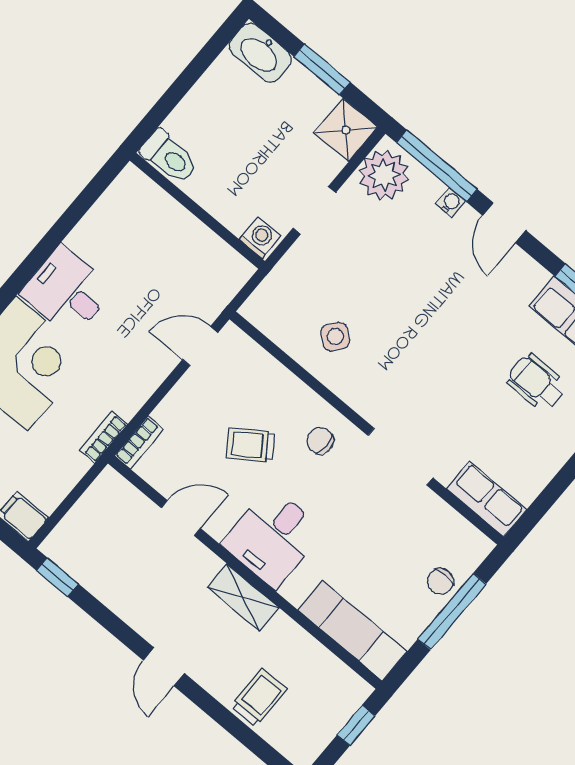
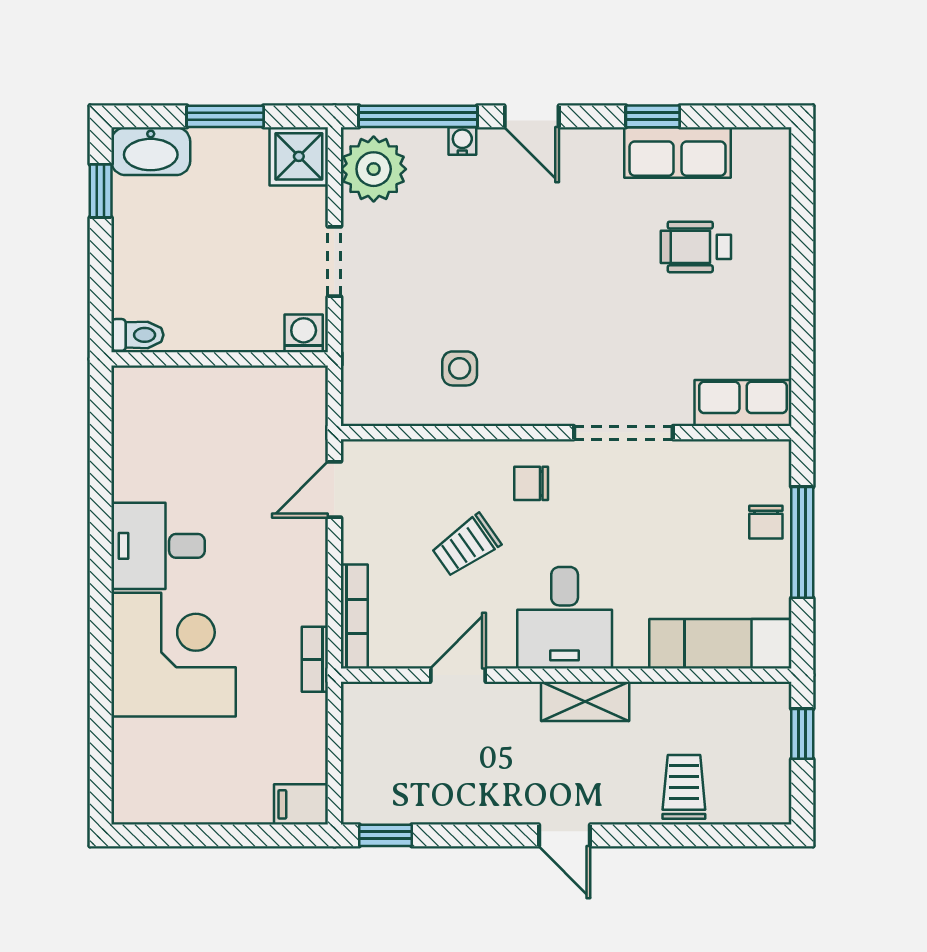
window: (211, 51) -> (101, 191), added
toilet: (169, 157) -> (137, 335), width x0.73, depth x0.72
side table: (335, 337) -> (460, 368), turned -37
bookcase: (139, 443) -> (354, 617), width x1.56

